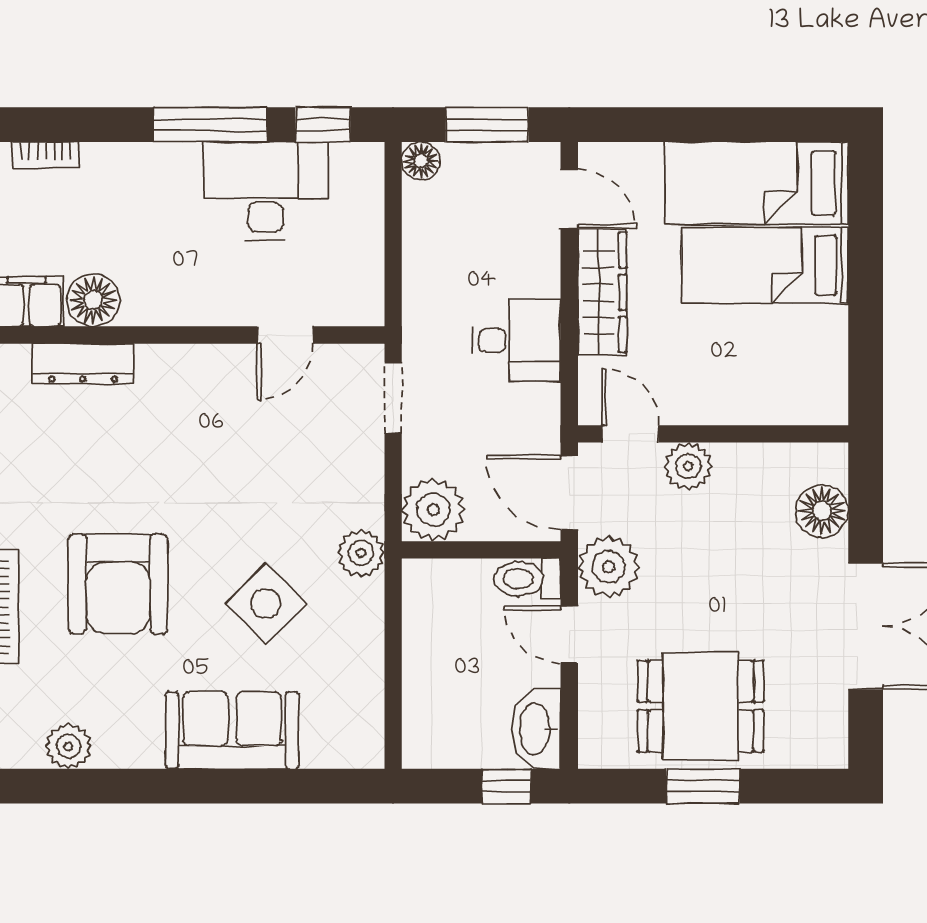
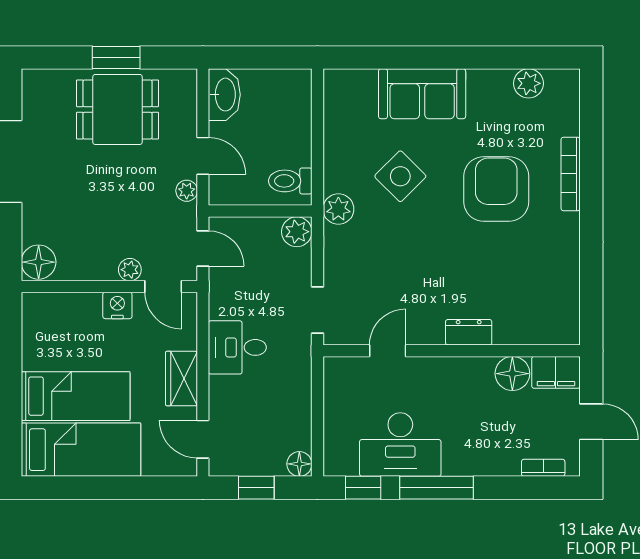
window: (487, 125) -> (256, 488), width x0.67
wardrobe: (602, 292) -> (181, 379), width x0.67
dresser: (83, 364) -> (469, 332), moved, width x0.70
nightstand: (701, 405) -> (117, 305), added
plant: (688, 466) -> (130, 270), width x0.73, depth x0.73
door: (569, 492) -> (203, 248), width x0.73
plant: (433, 510) -> (297, 232), width x0.73, depth x0.73
floor lamp: (822, 511) -> (39, 262), moved
plant: (609, 567) -> (187, 191), width x0.53, depth x0.53
toilet: (527, 579) -> (290, 181), moved, turned 180
window: (506, 786) -> (244, 57), removed

